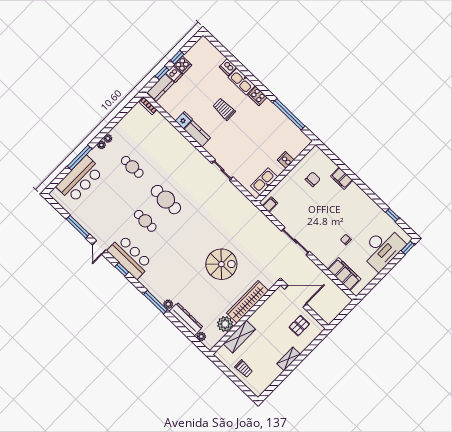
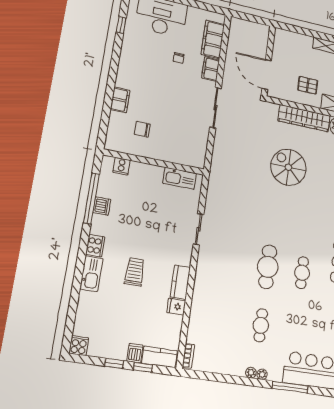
cooker: (183, 65) -> (79, 346), moved
dishwasher: (228, 67) -> (102, 206), moved
trolley: (224, 109) -> (135, 272), turned 180
cooker: (286, 160) -> (121, 166), moved
filing cabinet: (270, 204) -> (211, 69), moved, width x2.00
pallet: (299, 326) -> (308, 85), moved

